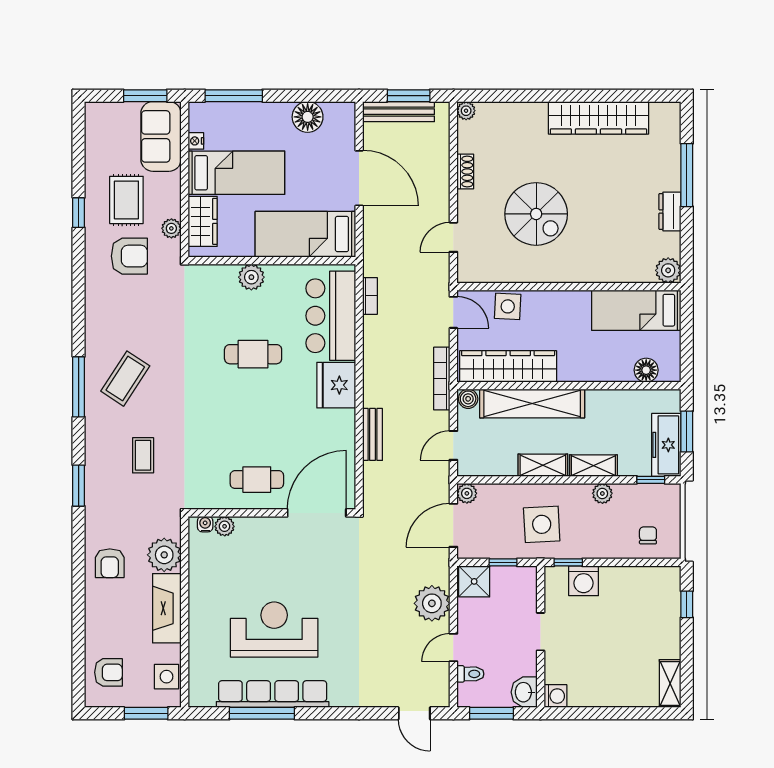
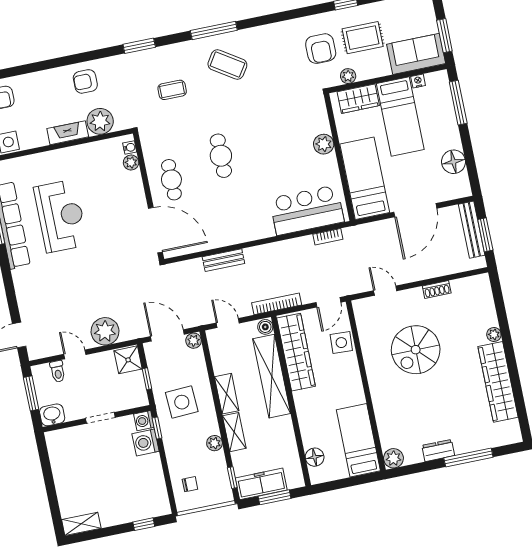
plant: (466, 111) -> (494, 334), moved
cafe table: (253, 354) -> (221, 156), moved
fridge: (336, 385) -> (255, 225), removed
fireplace: (167, 608) -> (68, 133), width x0.73, depth x0.76
washing machine: (555, 696) -> (144, 421), moved, turned 90

